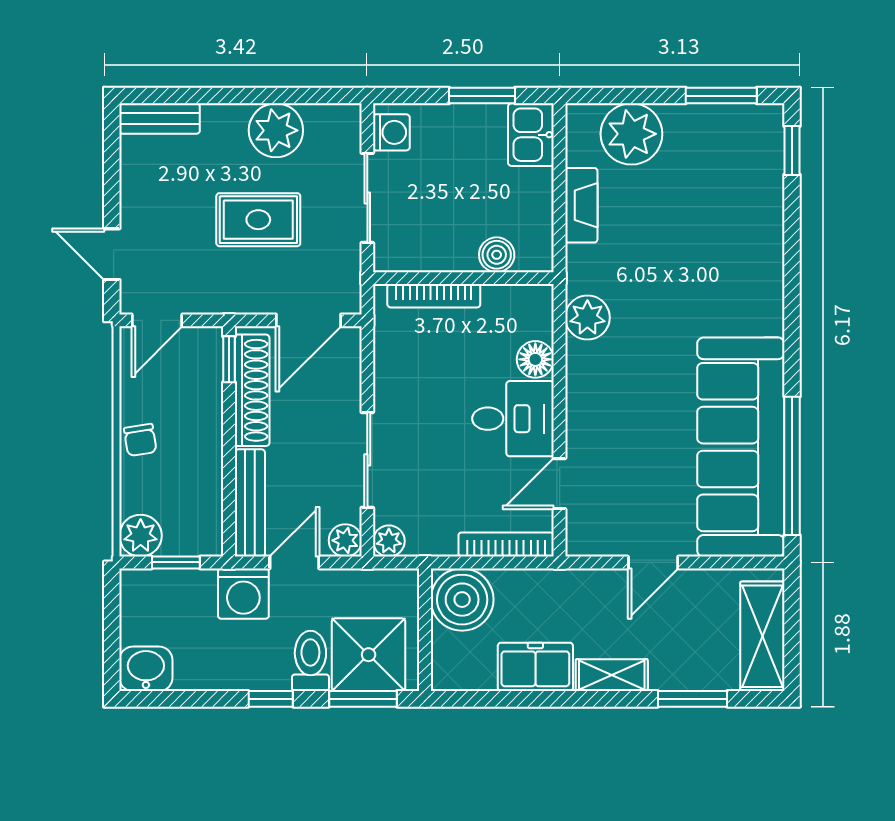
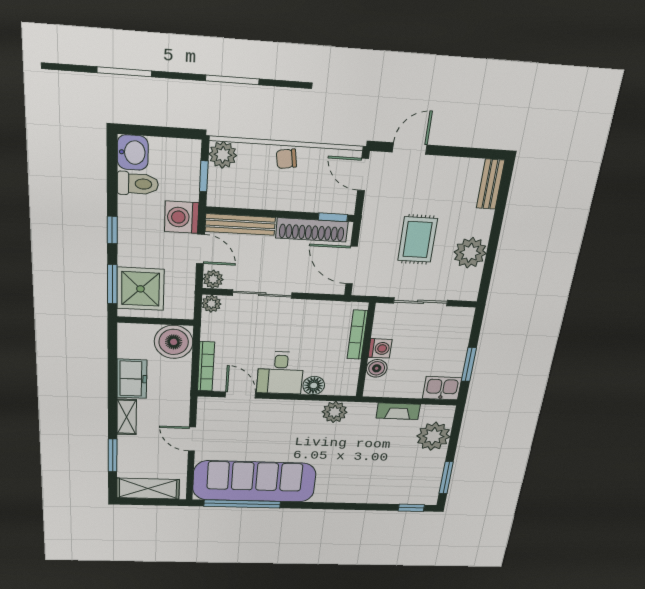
washing machine: (391, 132) -> (380, 348), moved, turned -90
toilet: (310, 661) -> (138, 184), moved

